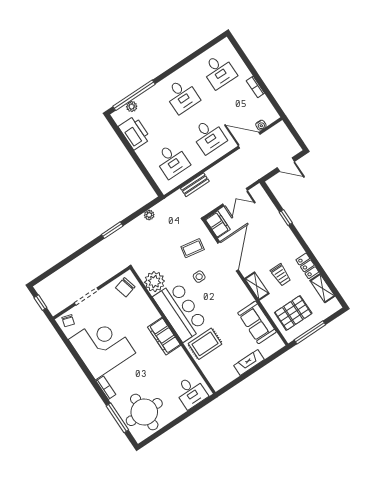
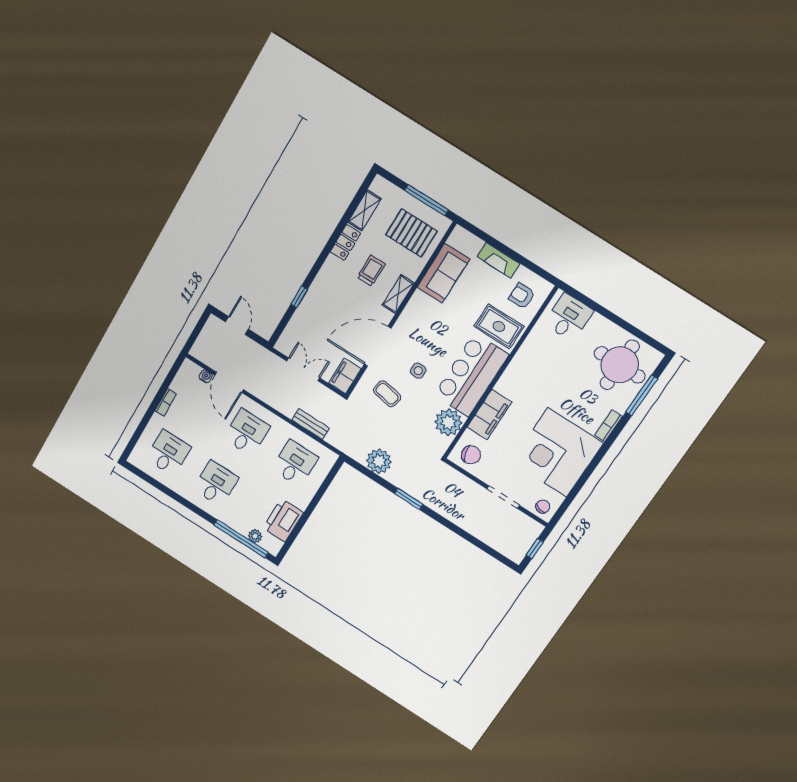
plant: (149, 215) -> (379, 461), width x1.87, depth x1.87
filing cabinet: (164, 336) -> (489, 415), moved
armchair: (219, 368) -> (522, 296), added

